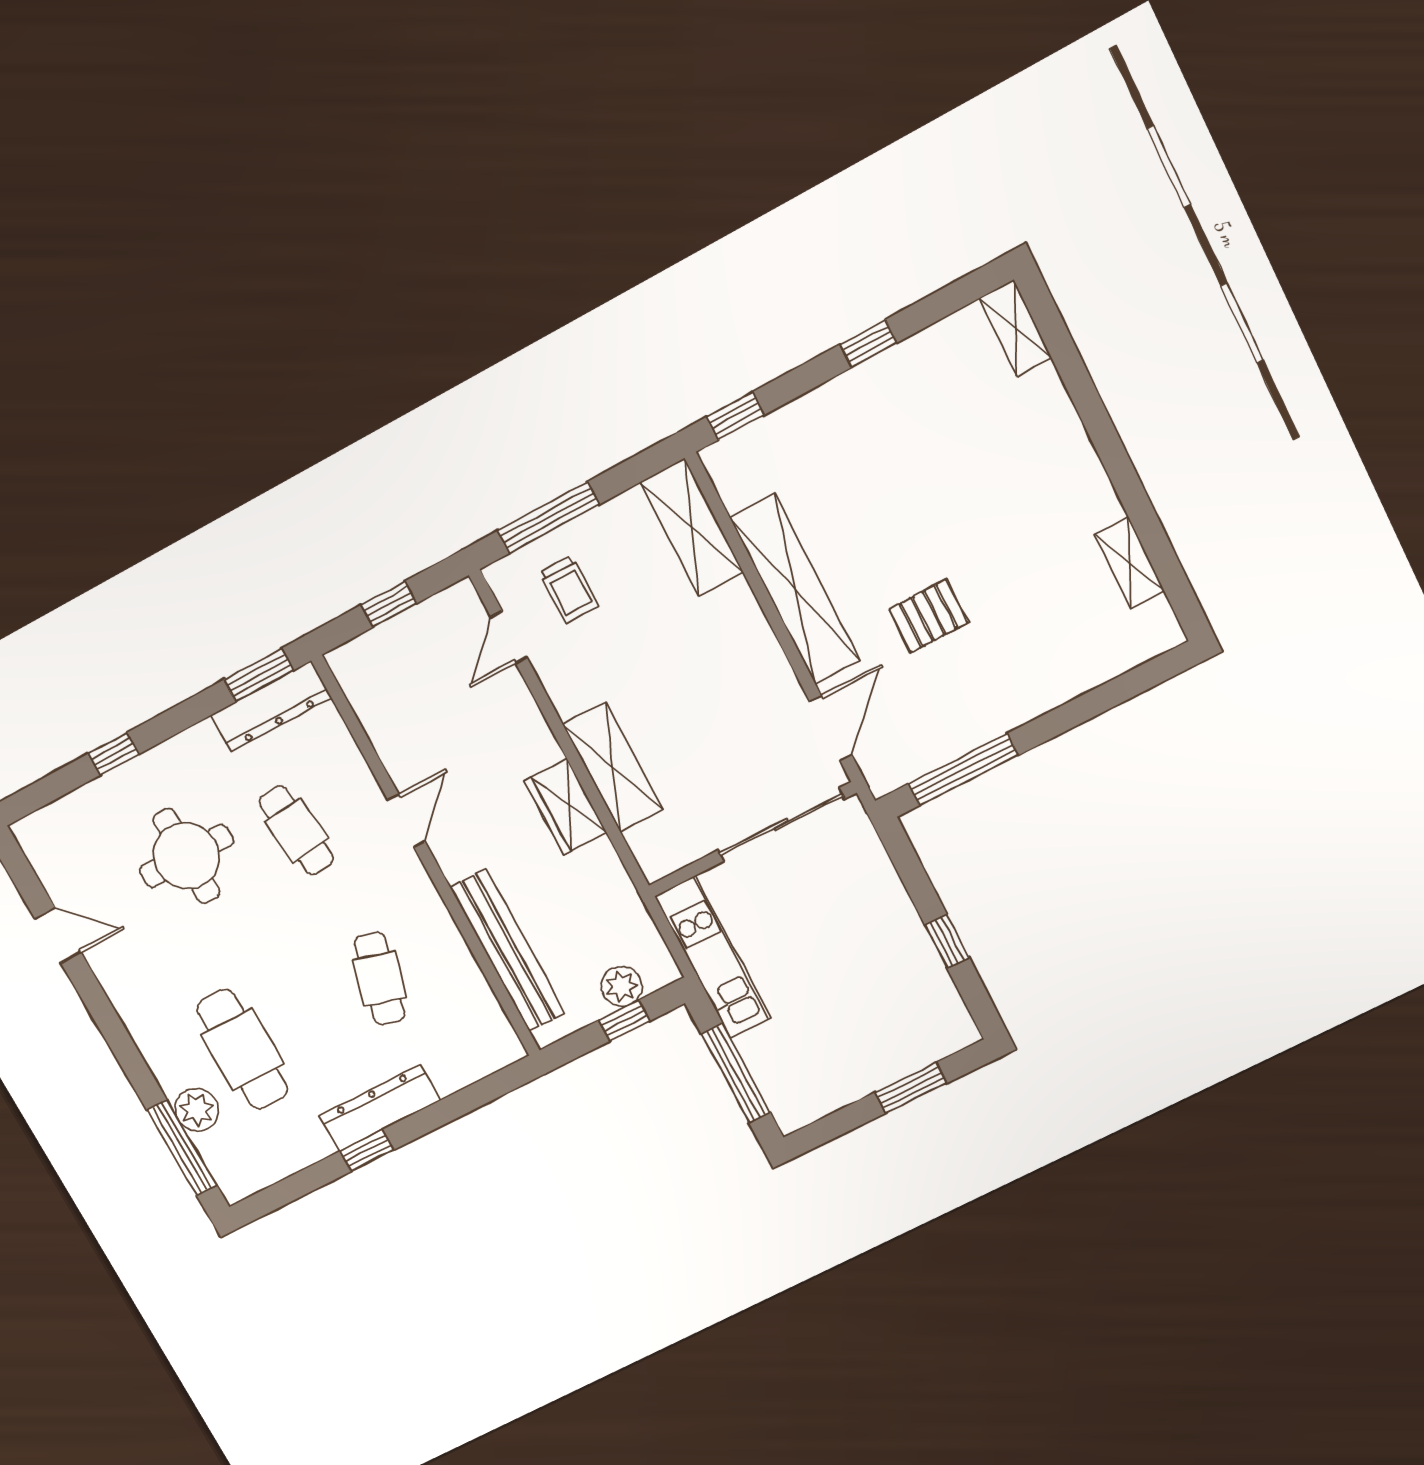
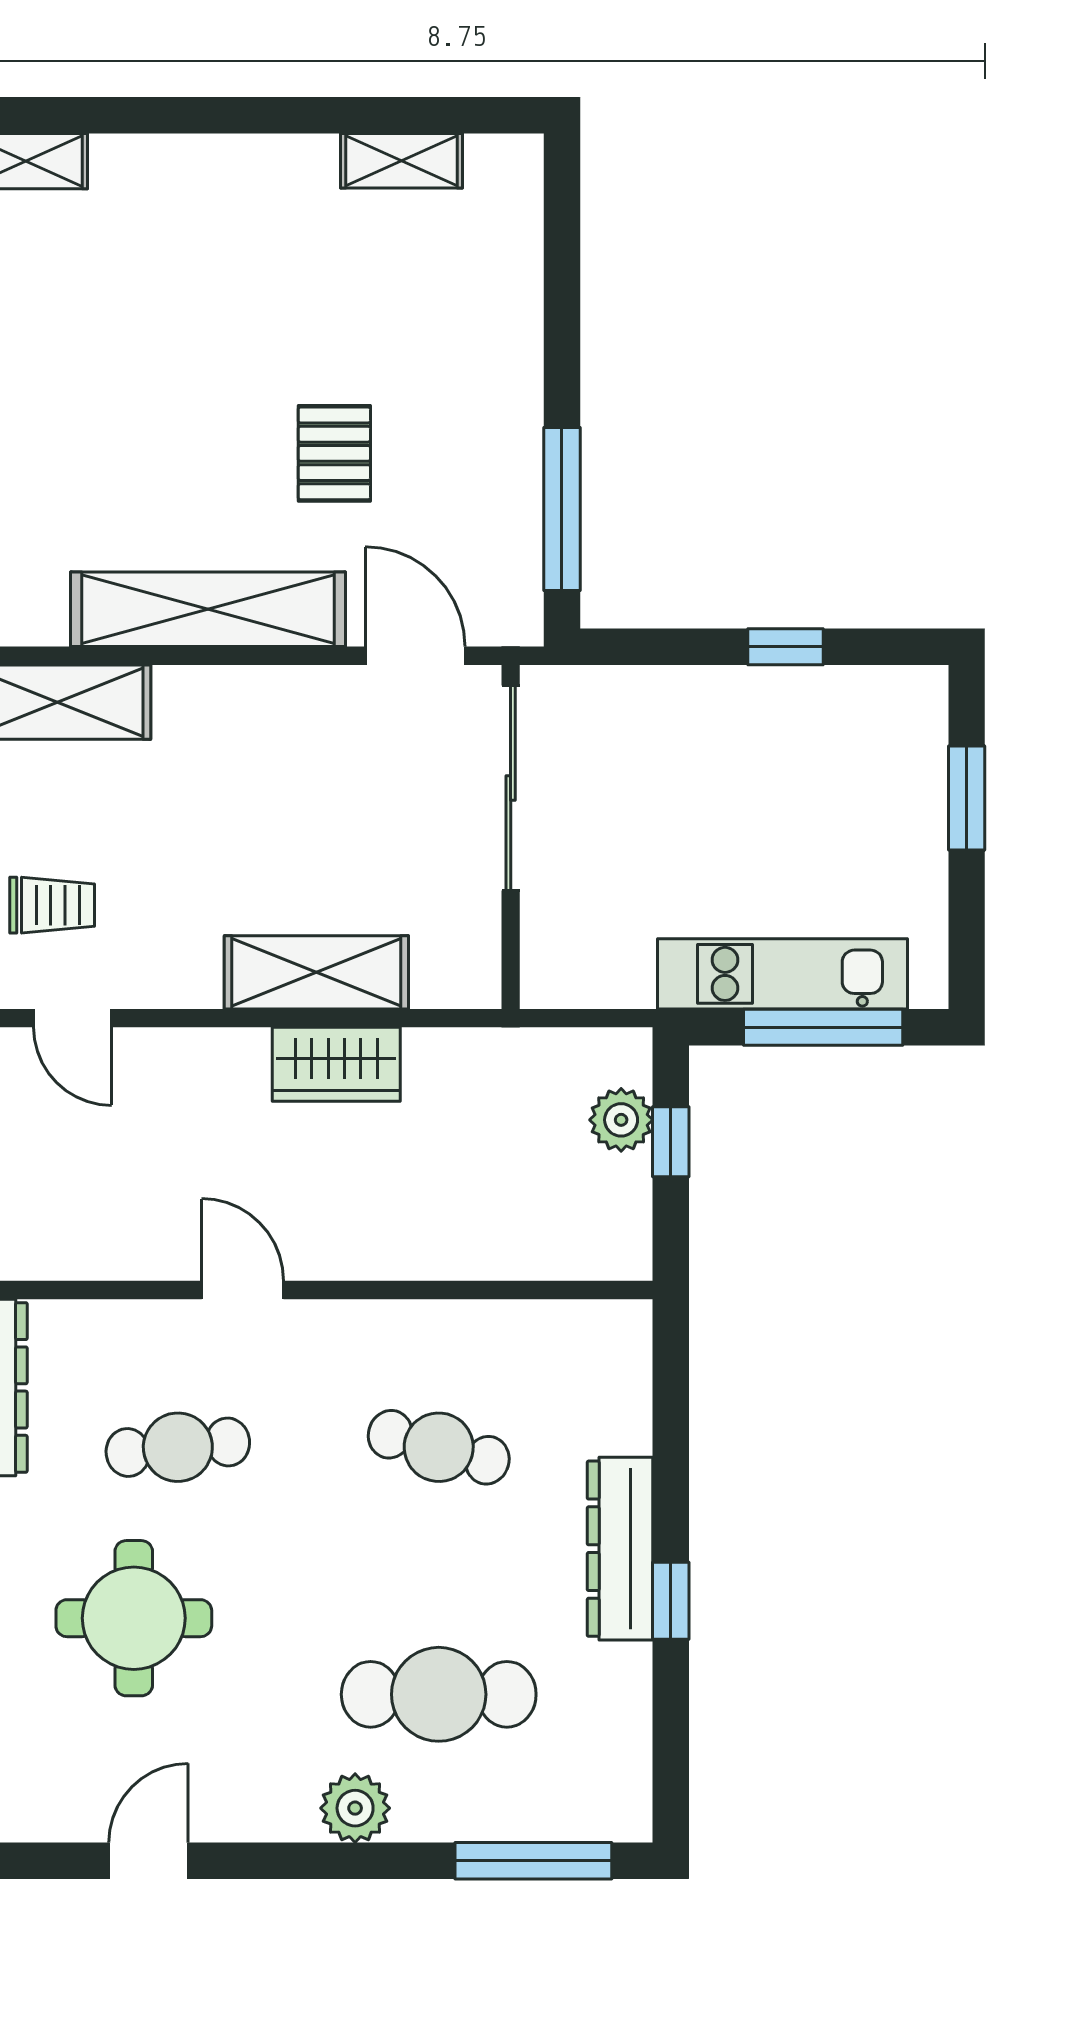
bench: (508, 951) -> (491, 1249), removed
kitchen unit: (713, 957) -> (782, 974), moved
plant: (197, 1110) -> (355, 1808), moved

